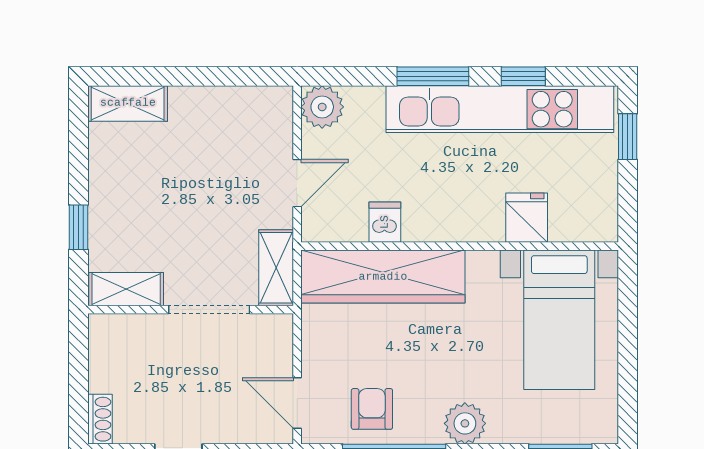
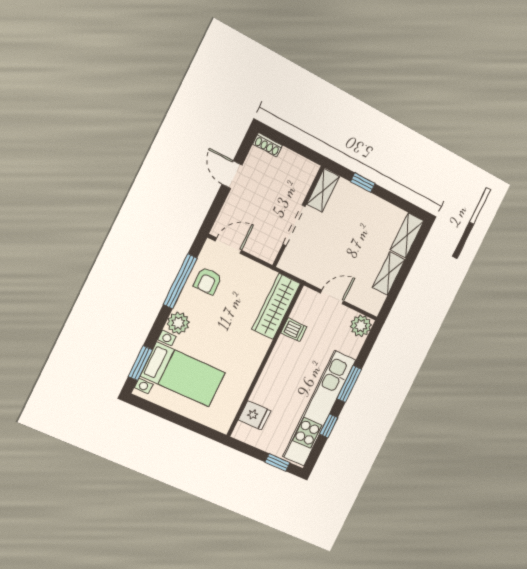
door: (297, 183) -> (332, 297), swing flipped
fridge: (527, 218) -> (255, 415), moved
shelving: (276, 268) -> (389, 273), moved, turned 90
wardrobe: (383, 277) -> (276, 306), width x0.71, depth x0.85
bed with nightstands: (559, 320) -> (183, 374), moved, turned 180
armchair: (372, 409) -> (208, 281), turned 90

